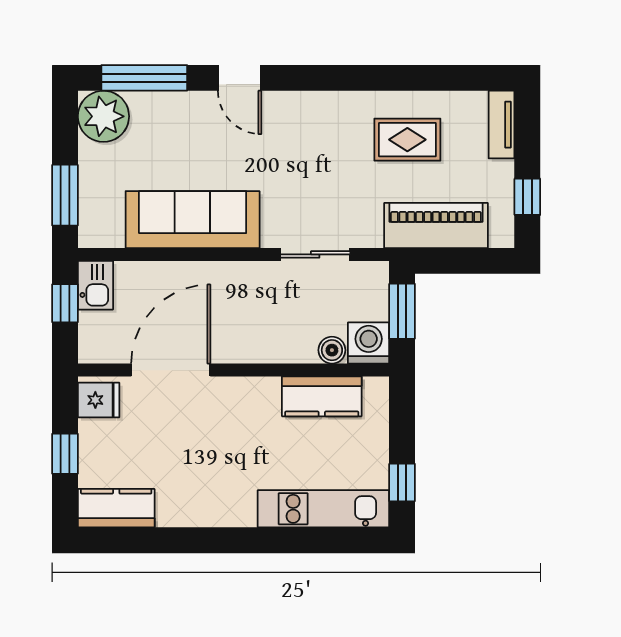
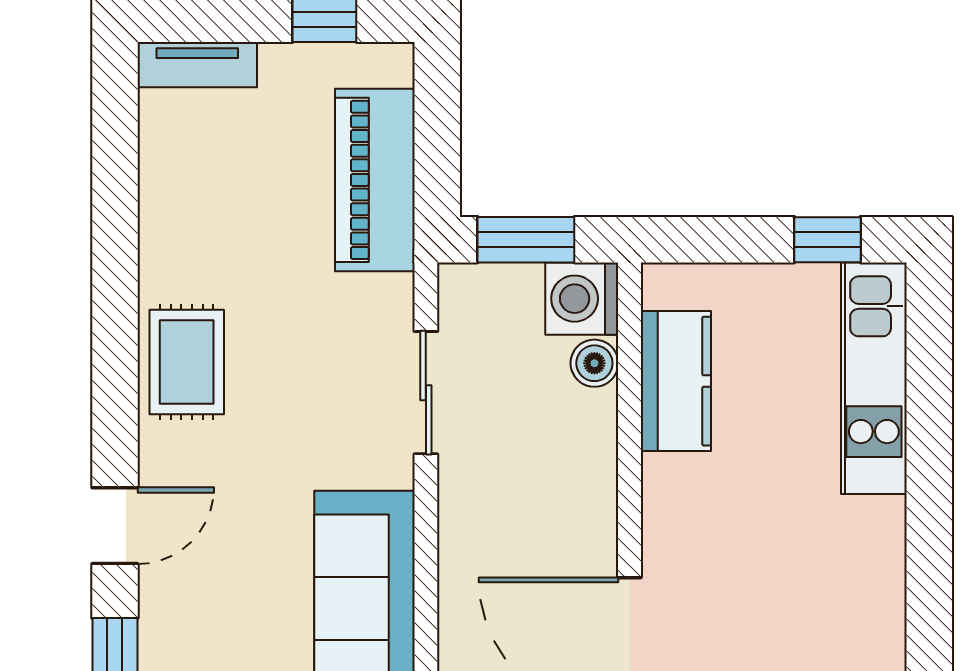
rug: (407, 140) -> (187, 362), moved

